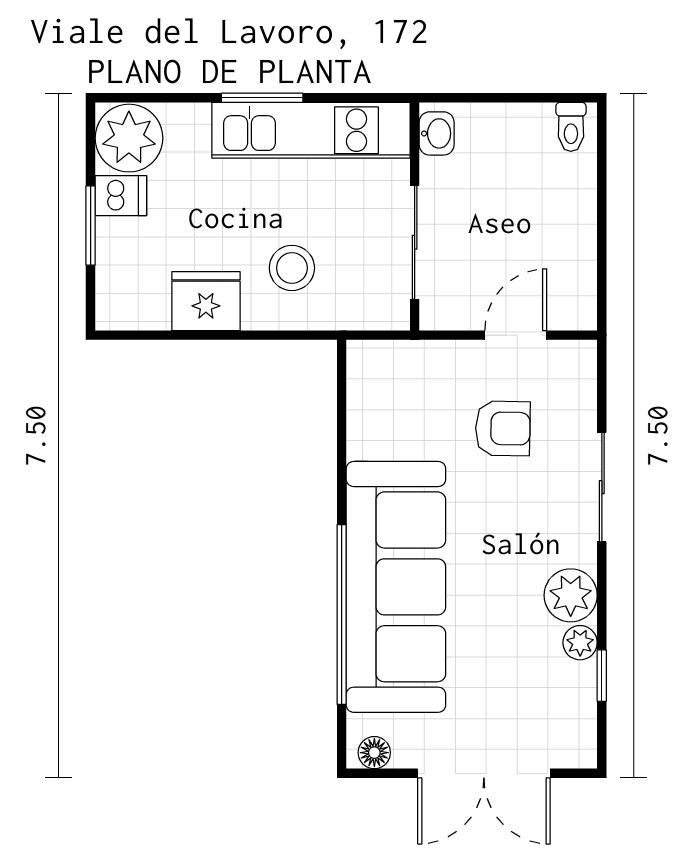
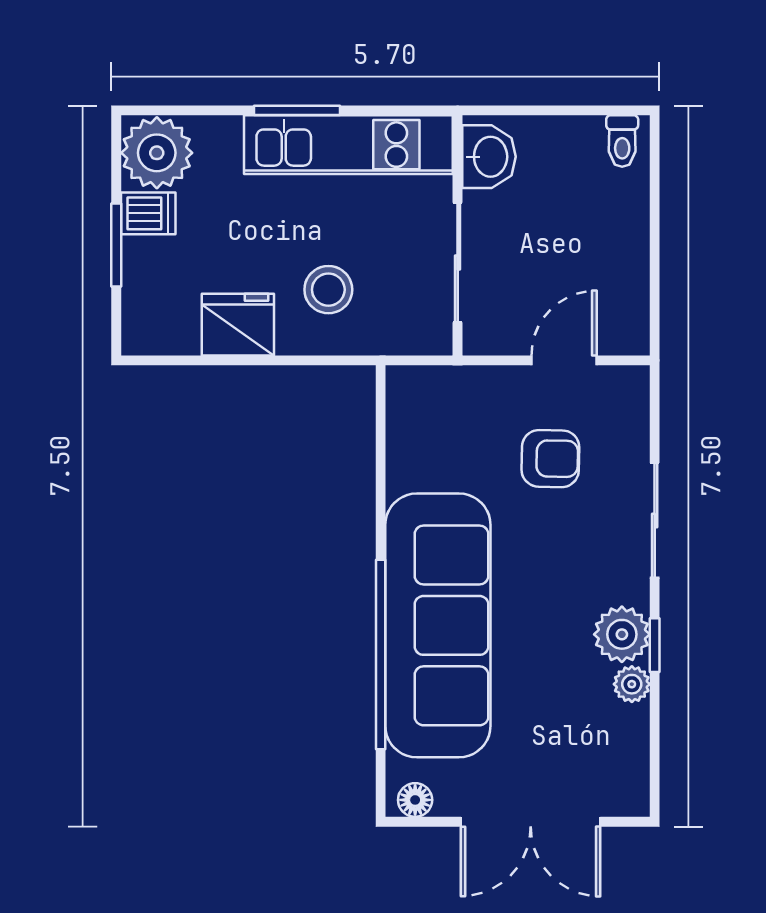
washbasin: (437, 133) -> (489, 157), width x1.38, depth x1.45
window: (602, 676) -> (655, 645), moved

